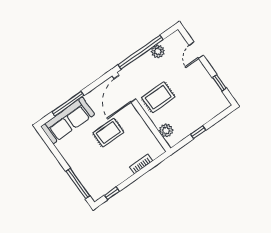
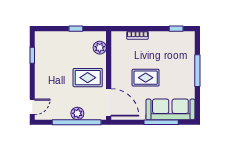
door: (196, 50) -> (32, 107), moved
plant: (158, 51) -> (77, 113), moved
door: (125, 89) -> (109, 102), hinge flipped
window: (78, 184) -> (197, 71), moved

